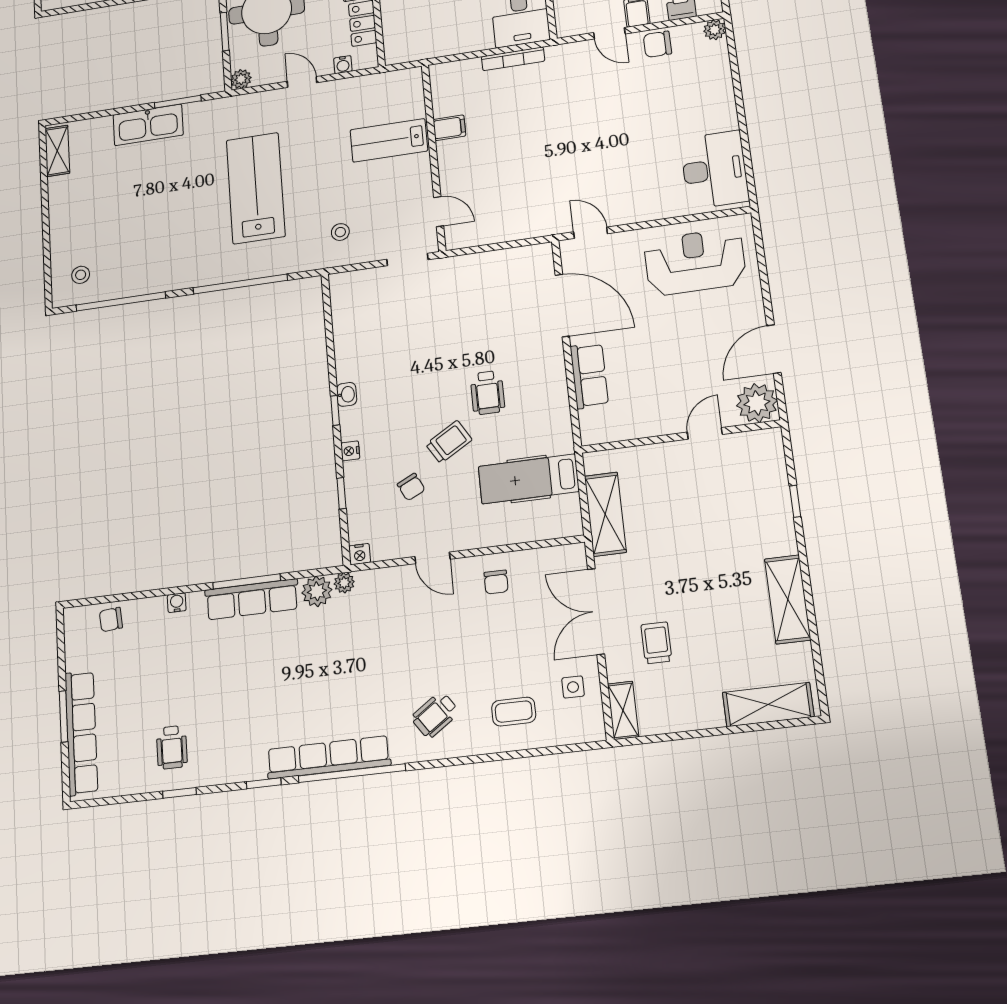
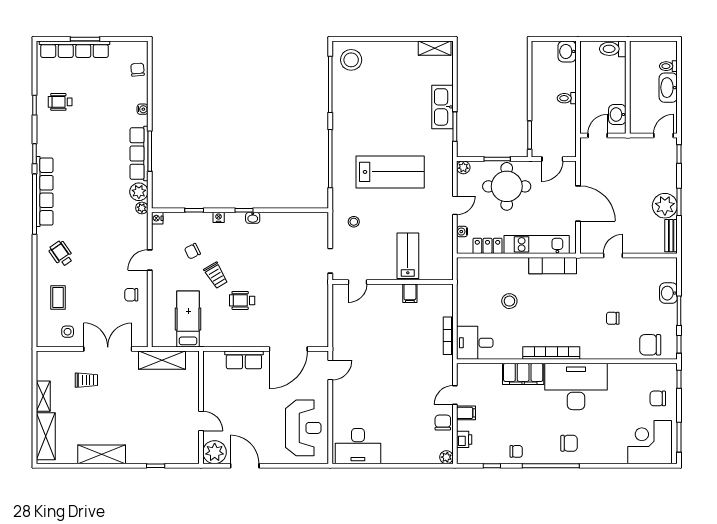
stool: (81, 275) -> (351, 60), width x1.89, depth x1.89
shelving: (623, 710) -> (43, 396), moved, turned 90

